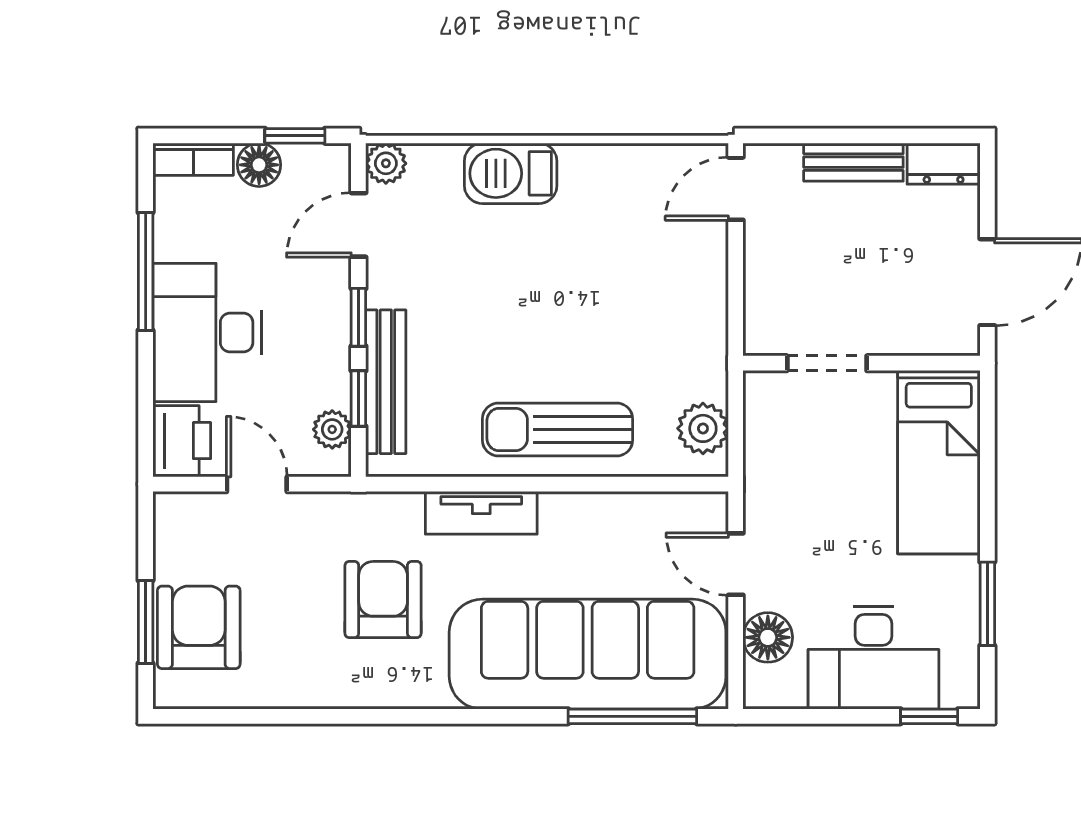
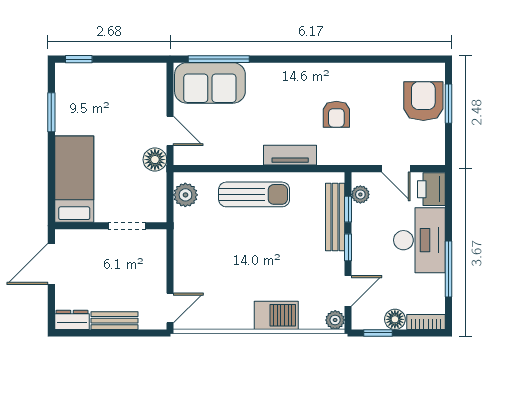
armchair: (383, 599) -> (336, 114), width x0.72, depth x0.72
armchair: (199, 627) -> (423, 101), turned 180
floor lamp: (768, 637) -> (155, 160), moved
sofa: (588, 654) -> (210, 83), width x0.54, depth x0.79
desk: (873, 658) -> (105, 87), removed

